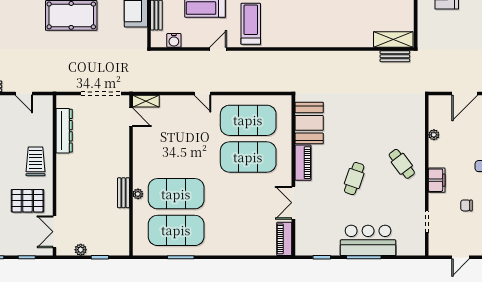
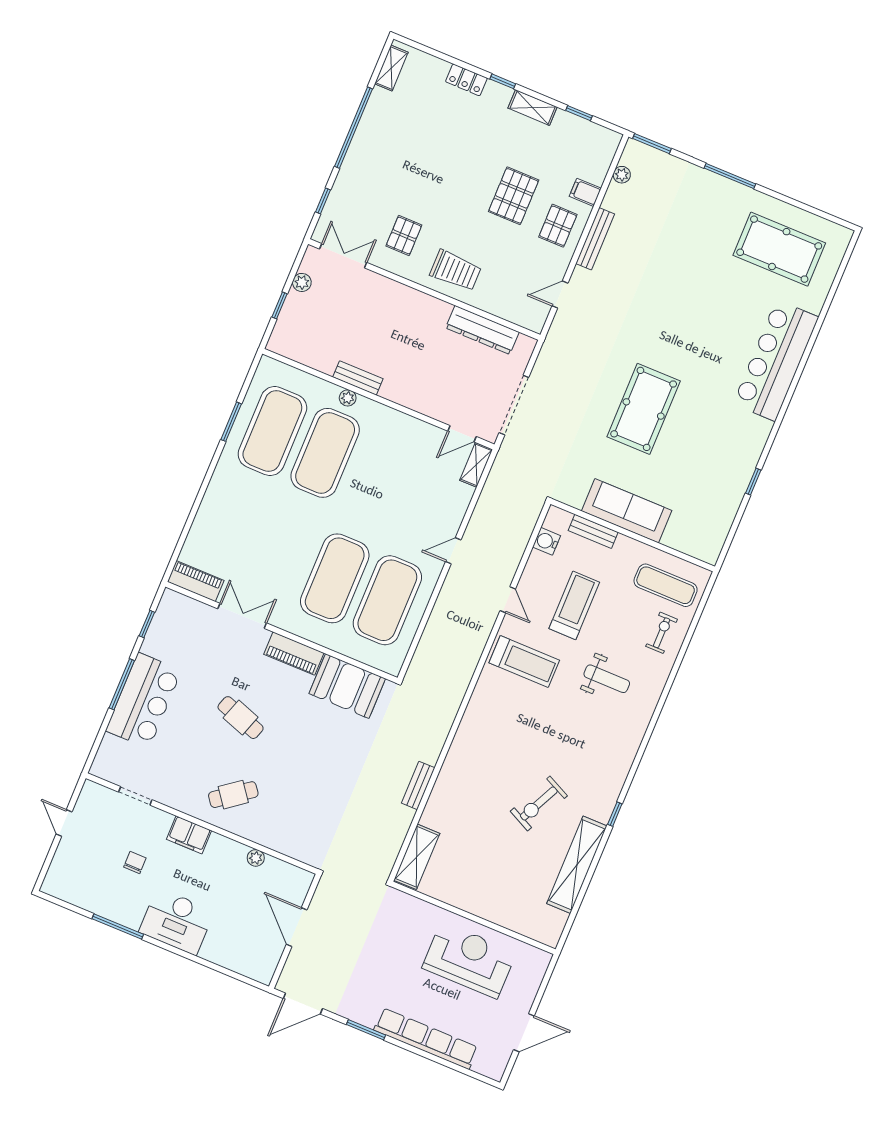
bench: (395, 56) -> (418, 785), moved
pallet: (27, 201) -> (404, 236), width x0.67, depth x0.71

